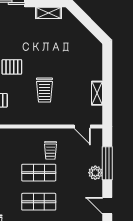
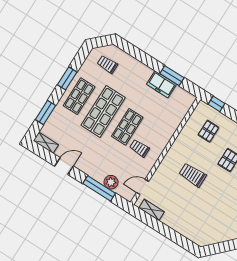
shelving: (97, 93) -> (152, 210), moved
plant: (95, 173) -> (111, 182), moved
shop shelf: (39, 202) -> (103, 111), width x1.43, depth x1.36

